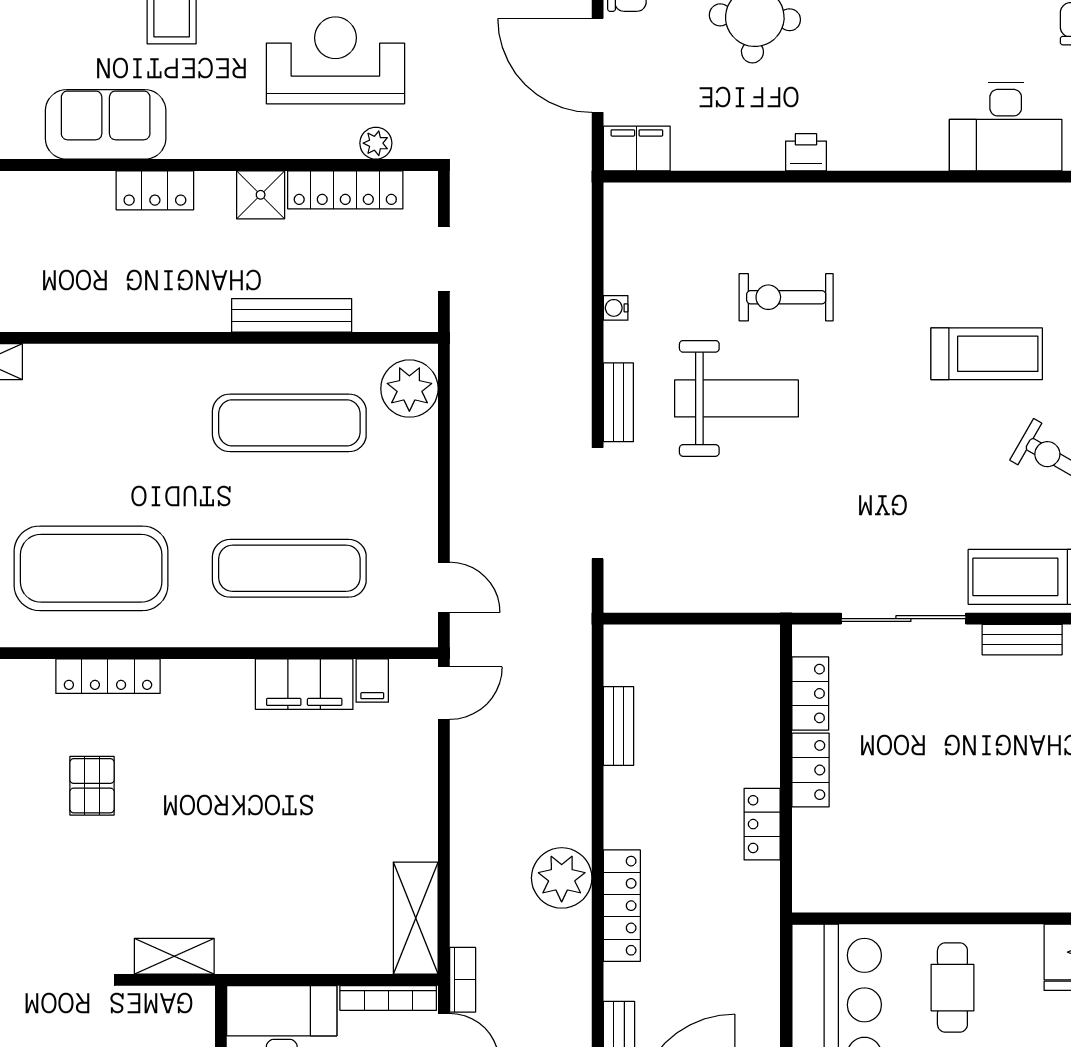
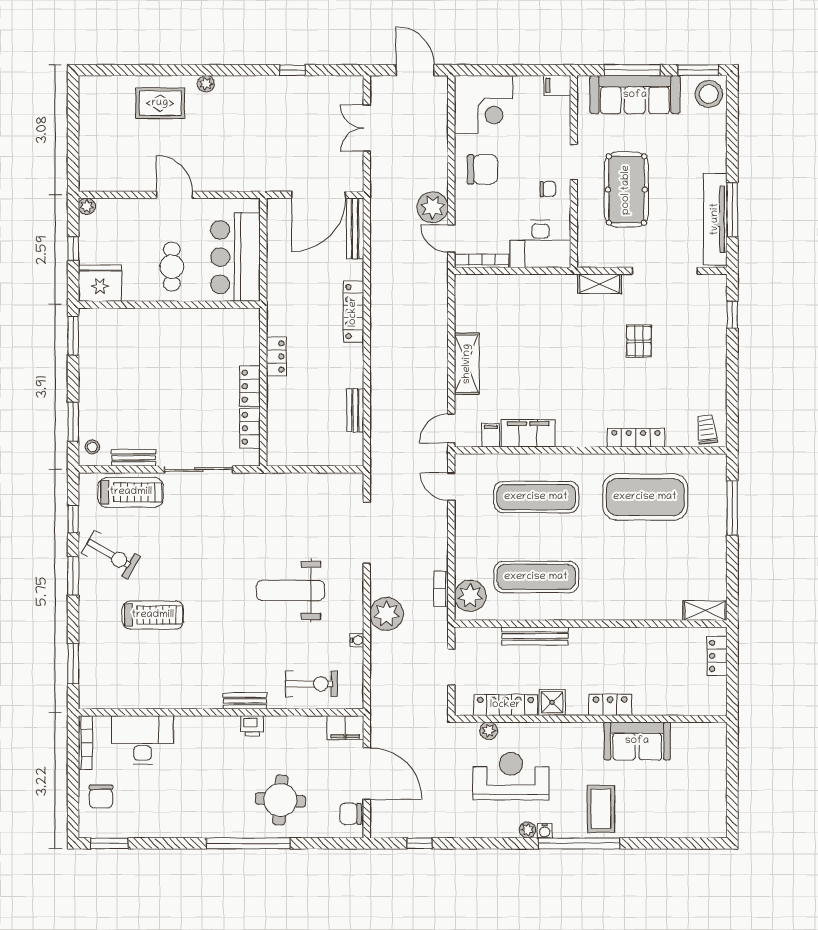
reception desk: (335, 60) -> (511, 776), turned 180
exercise bike: (786, 297) -> (311, 684), moved
treadmill: (987, 354) -> (153, 615), turned 180
bench: (618, 402) -> (245, 701), moved, turned 90
pallet: (92, 786) -> (639, 341), moved
plant: (562, 878) -> (387, 614), moved
shelving: (416, 918) -> (467, 364), moved
bookcase: (463, 980) -> (441, 589), moved

